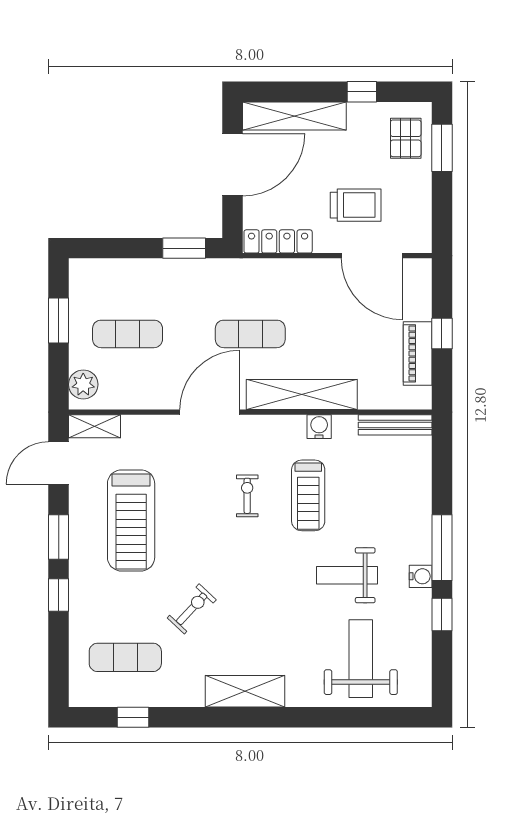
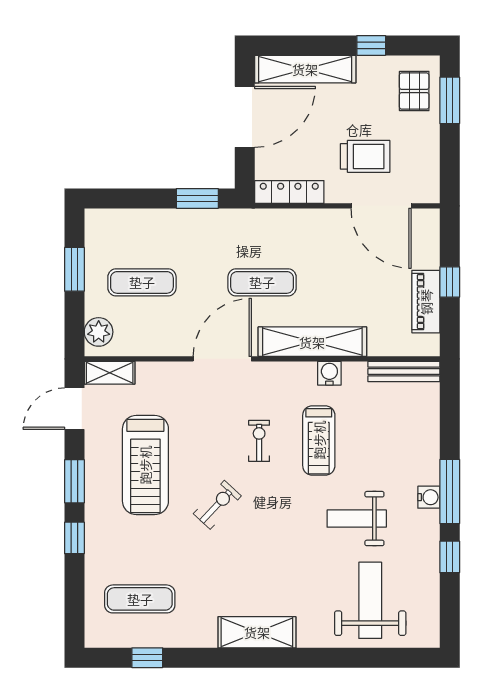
water cooler: (421, 576) -> (429, 497), moved
exercise bike: (192, 609) -> (217, 505), moved

